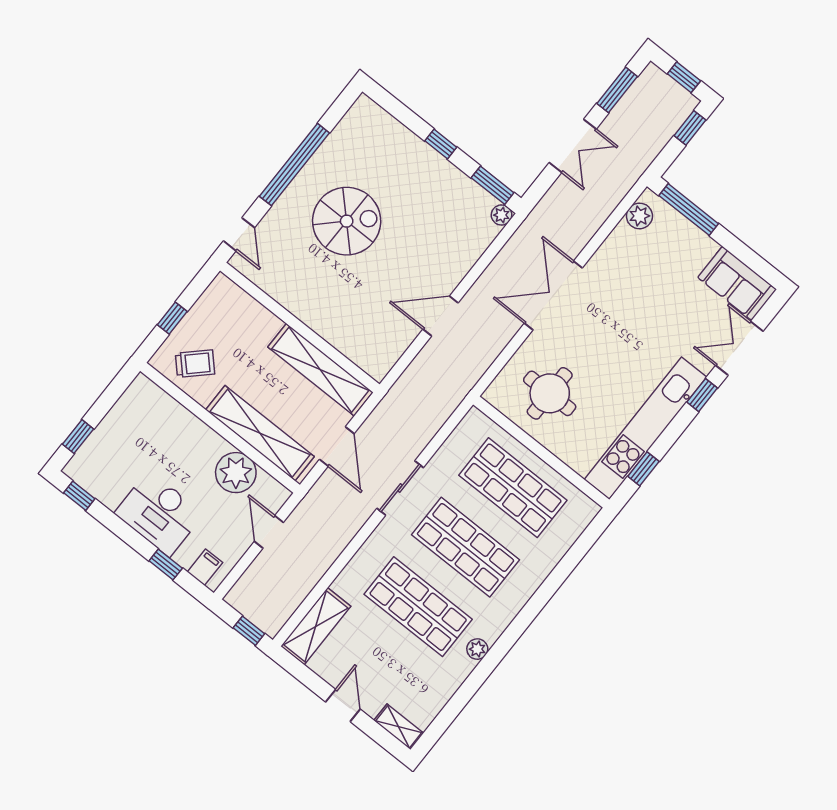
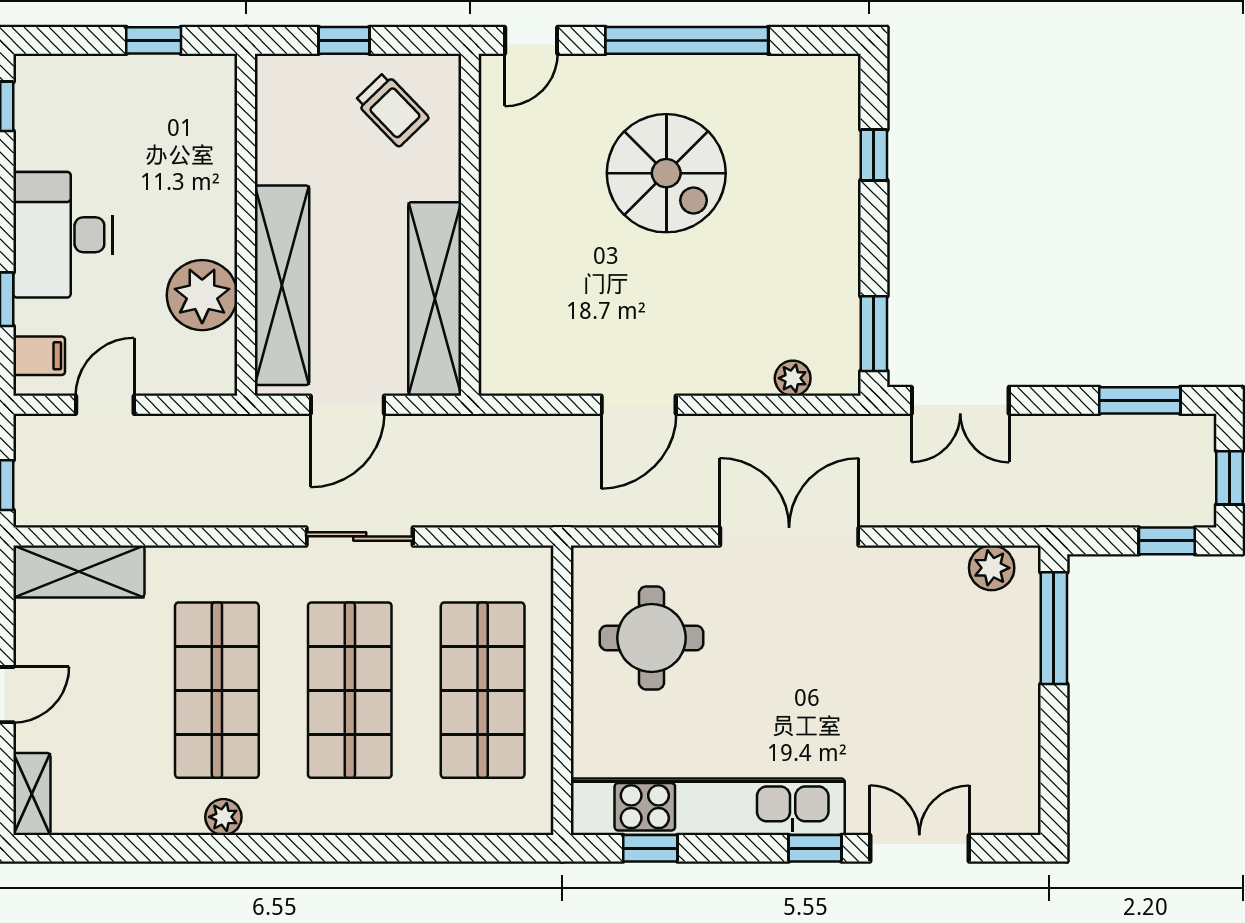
window: (441, 144) -> (874, 155), moved
double door: (573, 146) -> (960, 400), moved
plant: (502, 215) -> (793, 378), moved
sofa: (737, 283) -> (1006, 774), removed
door: (441, 316) -> (639, 405), swing flipped
trolley: (195, 364) -> (392, 110), moved
window: (78, 437) -> (154, 40), moved
door: (269, 532) -> (105, 405), moved

